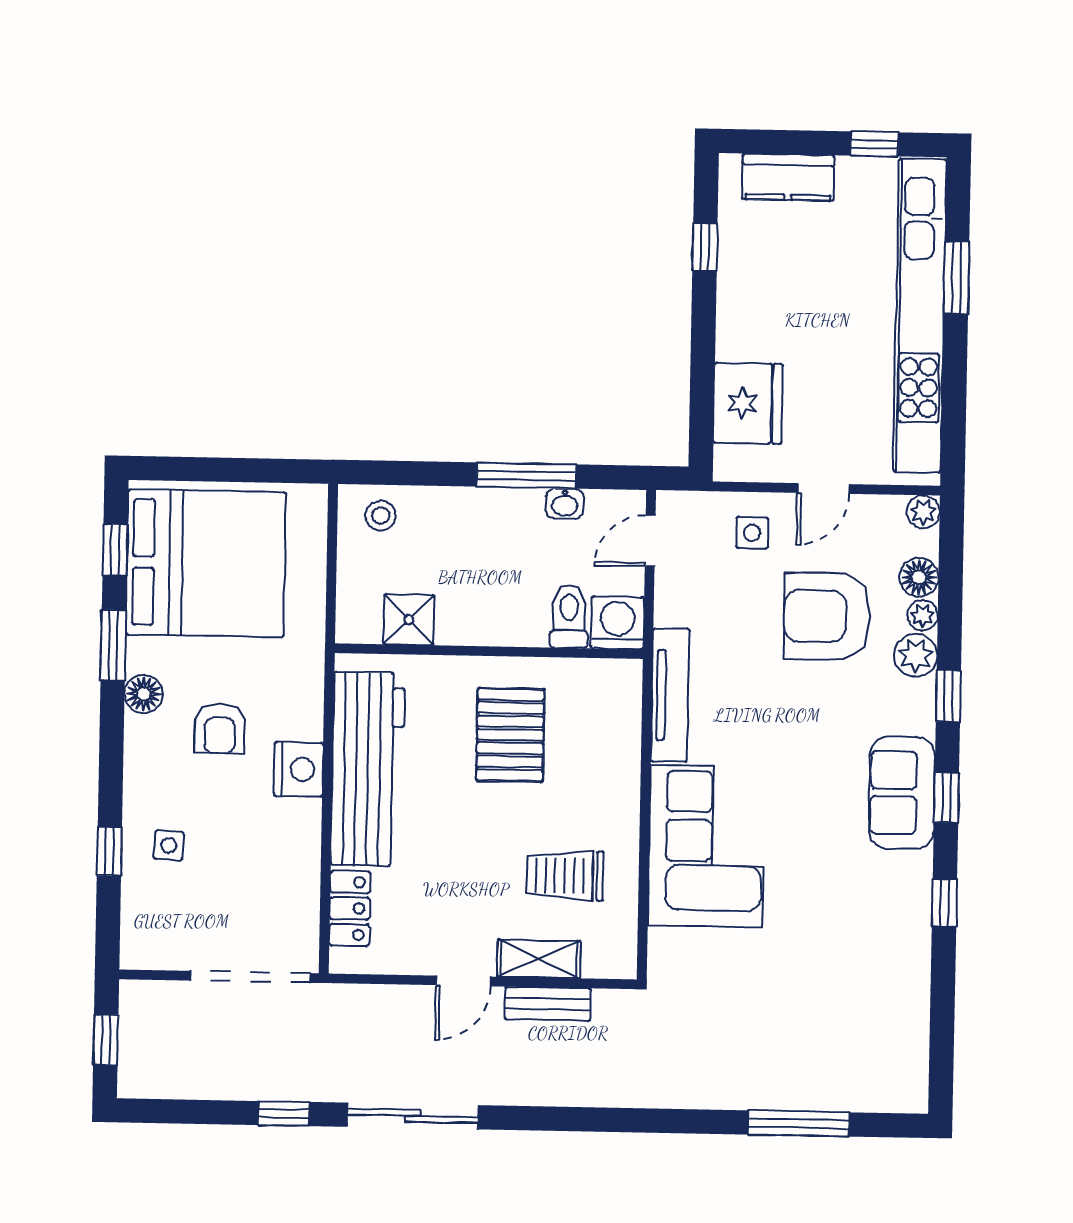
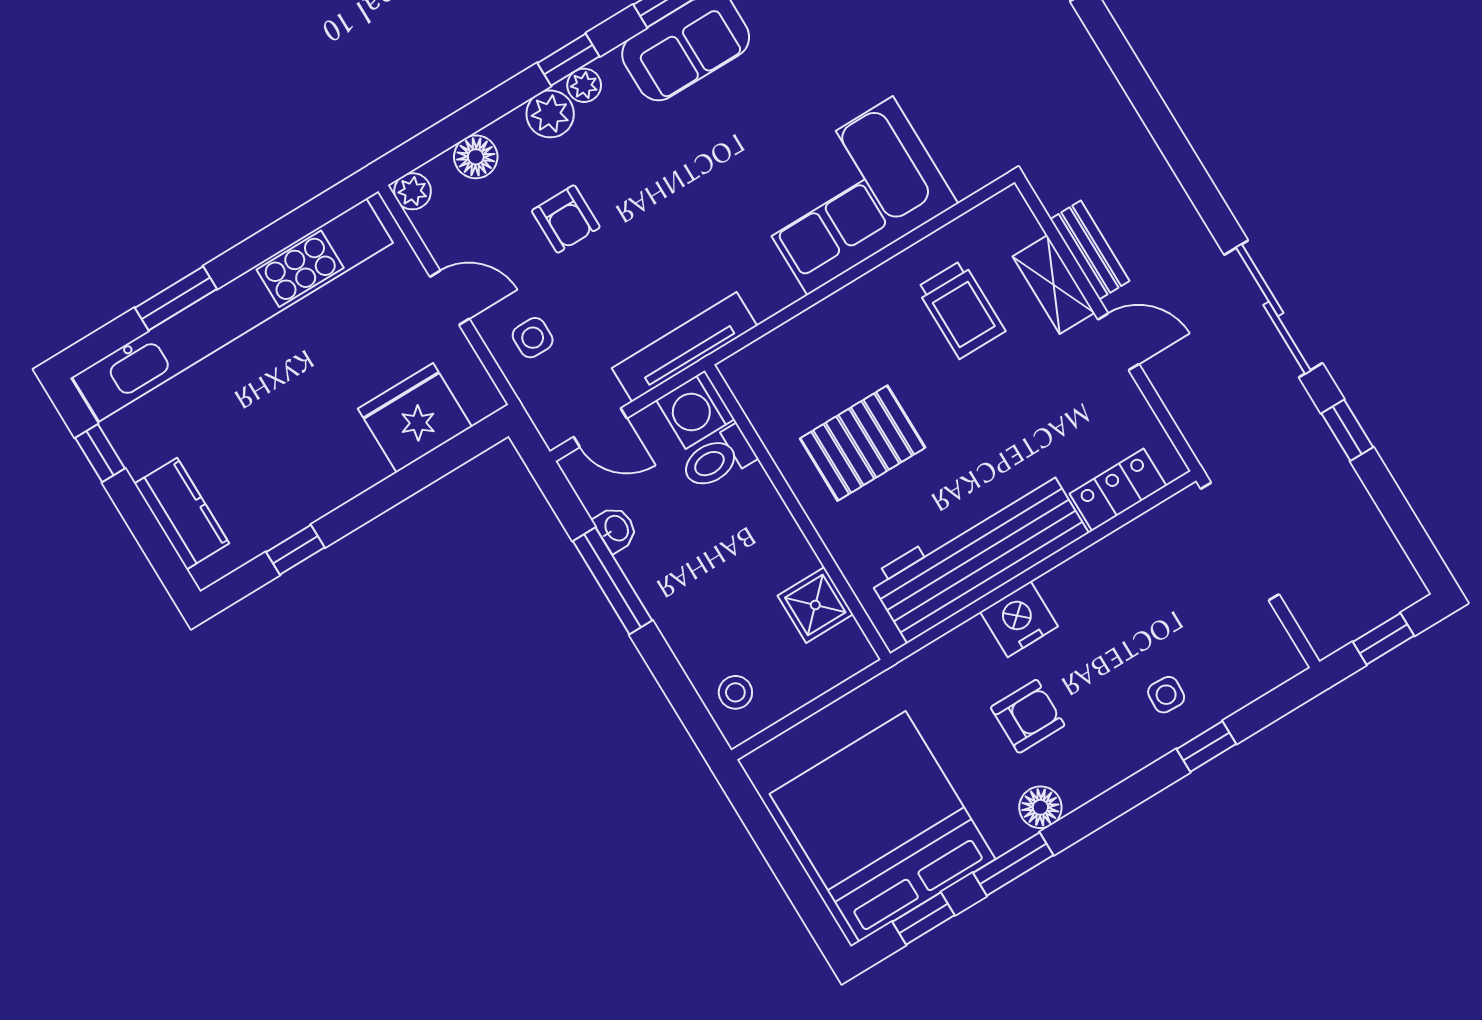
plant: (923, 615) -> (584, 85), moved
armchair: (827, 616) -> (566, 219), width x0.53, depth x0.53
tv unit: (670, 695) -> (684, 347), moved

